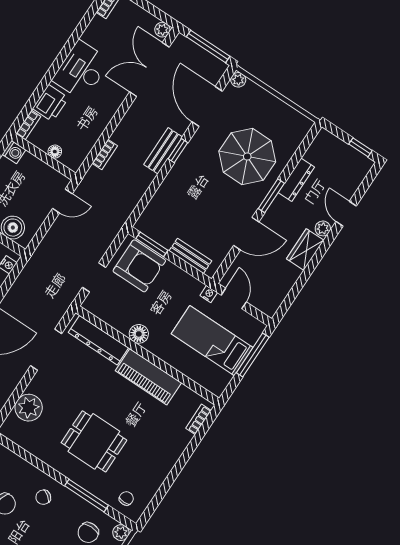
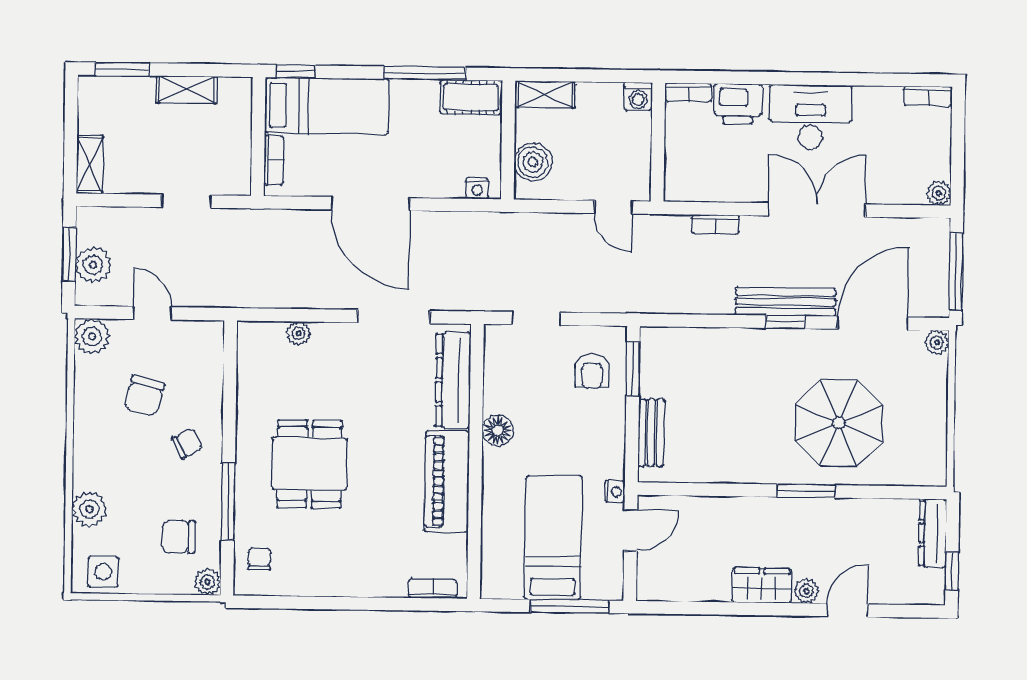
double door: (149, 70) -> (817, 210), moved
bench: (163, 151) -> (785, 302), width x1.36
floor lamp: (55, 152) -> (675, 153), removed
dresser: (296, 180) -> (933, 533), moved, turned 90
door: (246, 234) -> (731, 490), removed
armchair: (139, 266) -> (592, 371), width x0.53, depth x0.53
plant: (29, 408) -> (298, 333), width x0.53, depth x0.53
chair: (43, 497) -> (187, 443), turned 116
chair: (126, 498) -> (259, 559), turned -90

